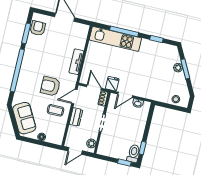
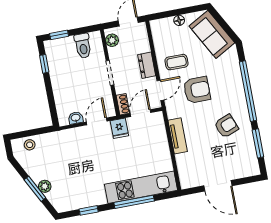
armchair: (38, 28) -> (226, 126), moved, turned -111
door: (94, 88) -> (141, 113), swing flipped
toilet: (134, 153) -> (83, 46), moved

